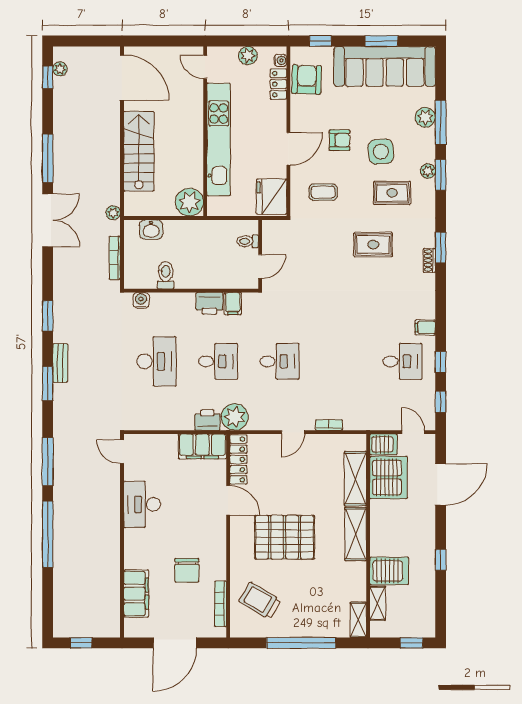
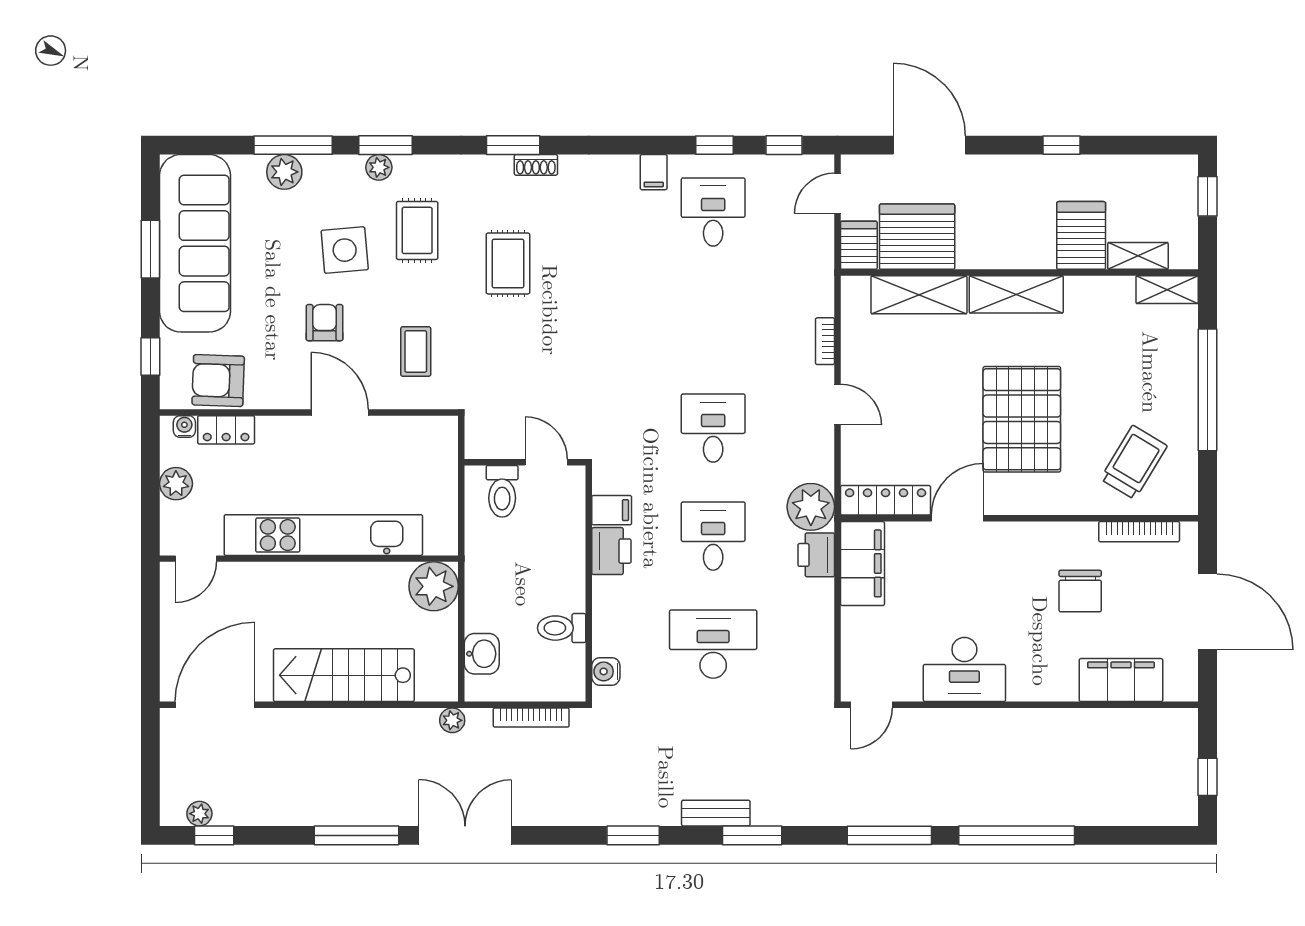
fridge: (272, 197) -> (424, 442), removed
toilet: (248, 241) -> (502, 491), width x1.37, depth x1.39
chair: (187, 570) -> (1080, 591), turned 90
trolley: (260, 601) -> (1134, 462), turned 180

